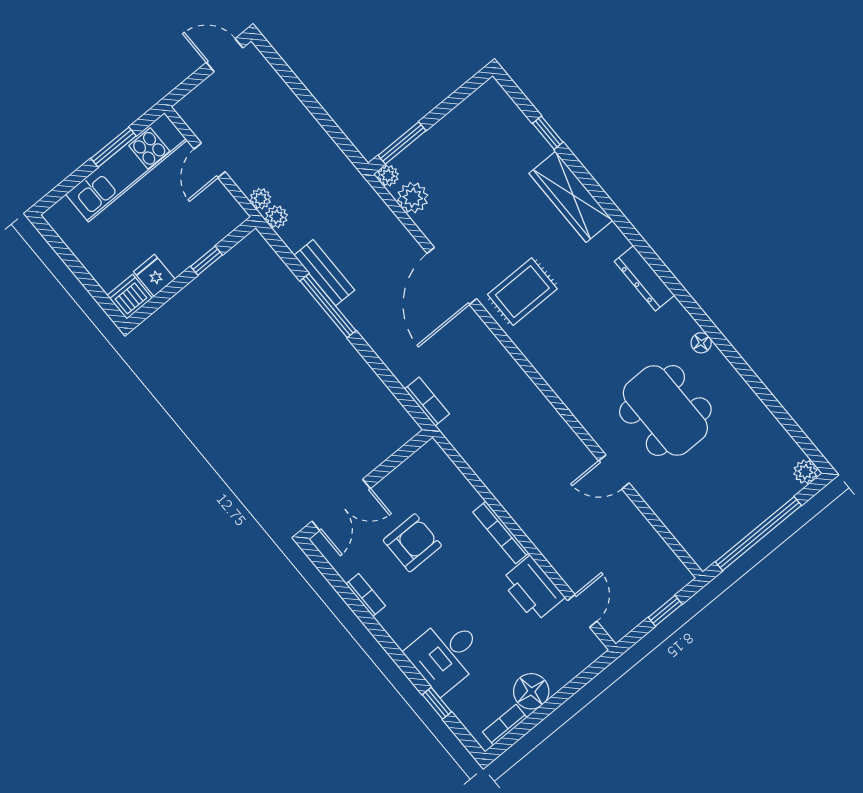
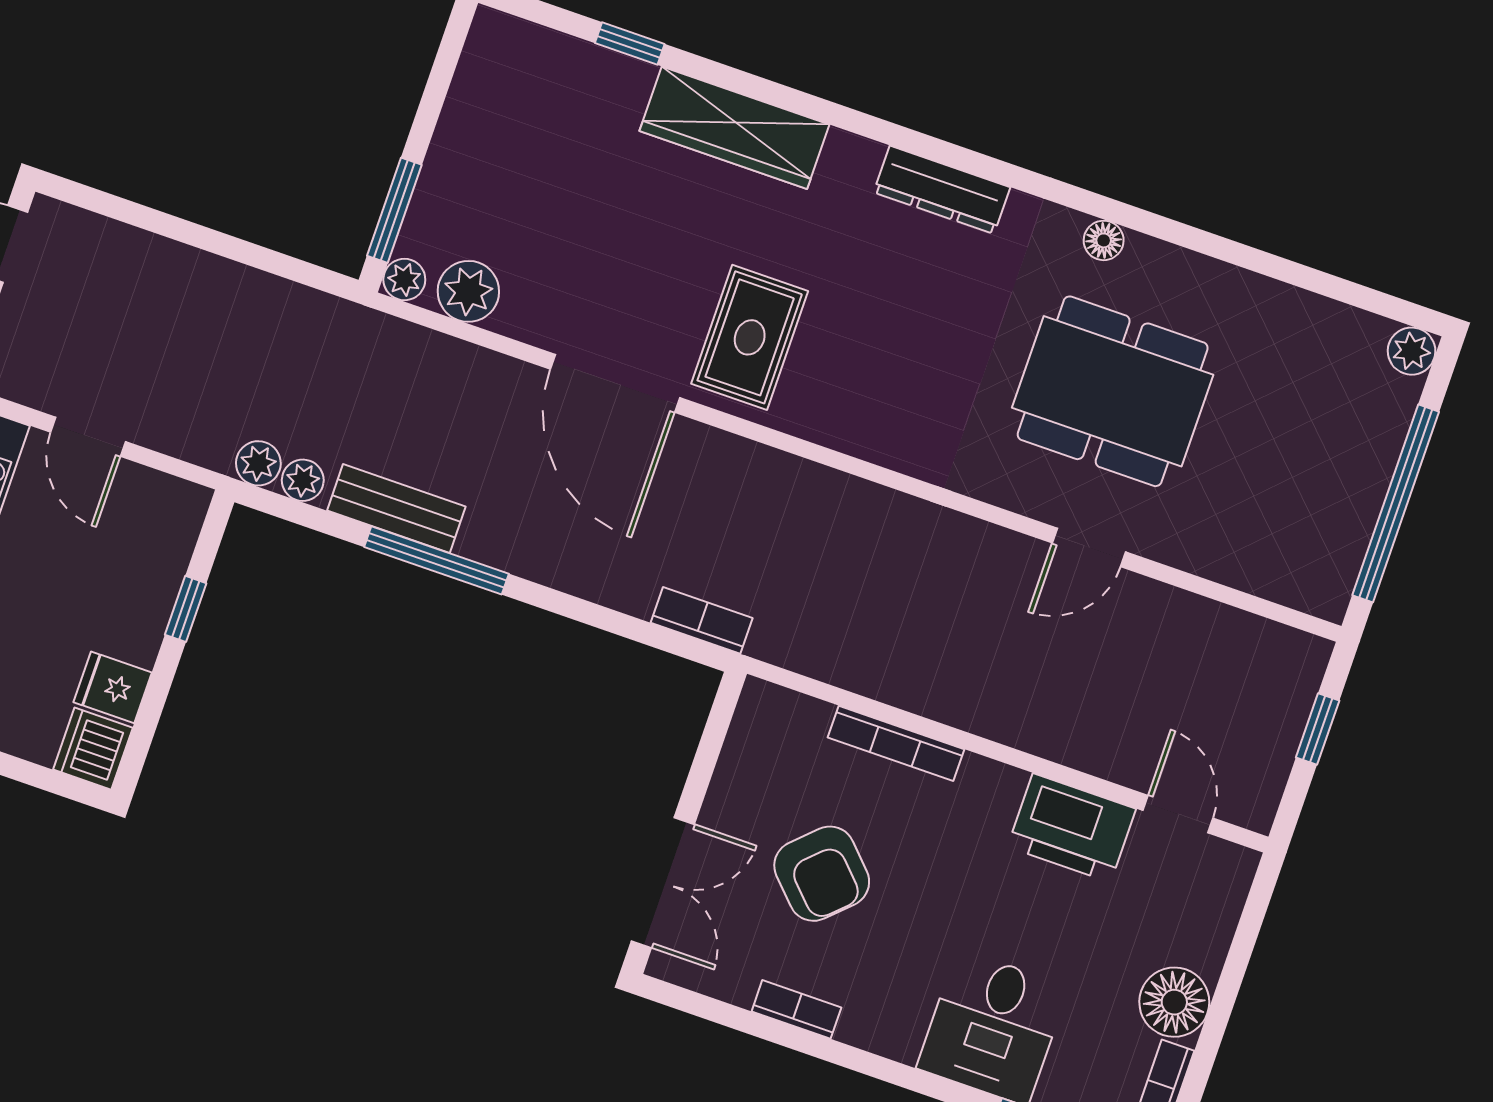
plant: (260, 199) -> (303, 480), moved
bookcase: (501, 533) -> (896, 743), moved
armchair: (412, 543) -> (822, 874), turned 136

